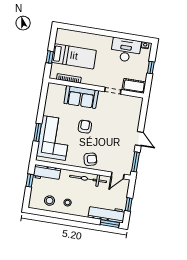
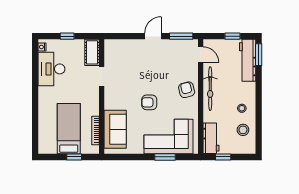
sofa: (81, 97) -> (115, 129), moved

